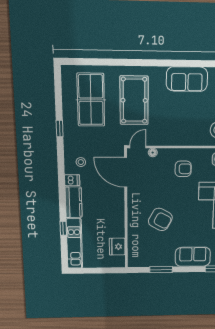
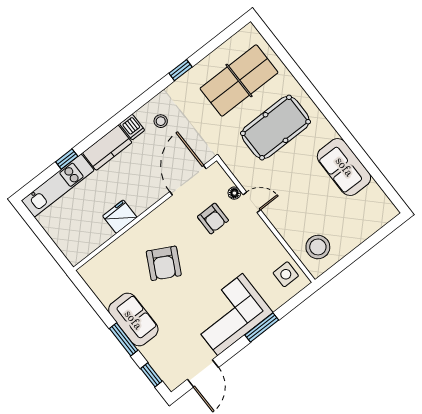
door: (138, 147) -> (252, 202), moved
armchair: (183, 169) -> (213, 219), moved
fridge: (117, 247) -> (120, 217), moved
sofa: (193, 257) -> (133, 320), moved
window: (161, 270) -> (124, 339), moved

